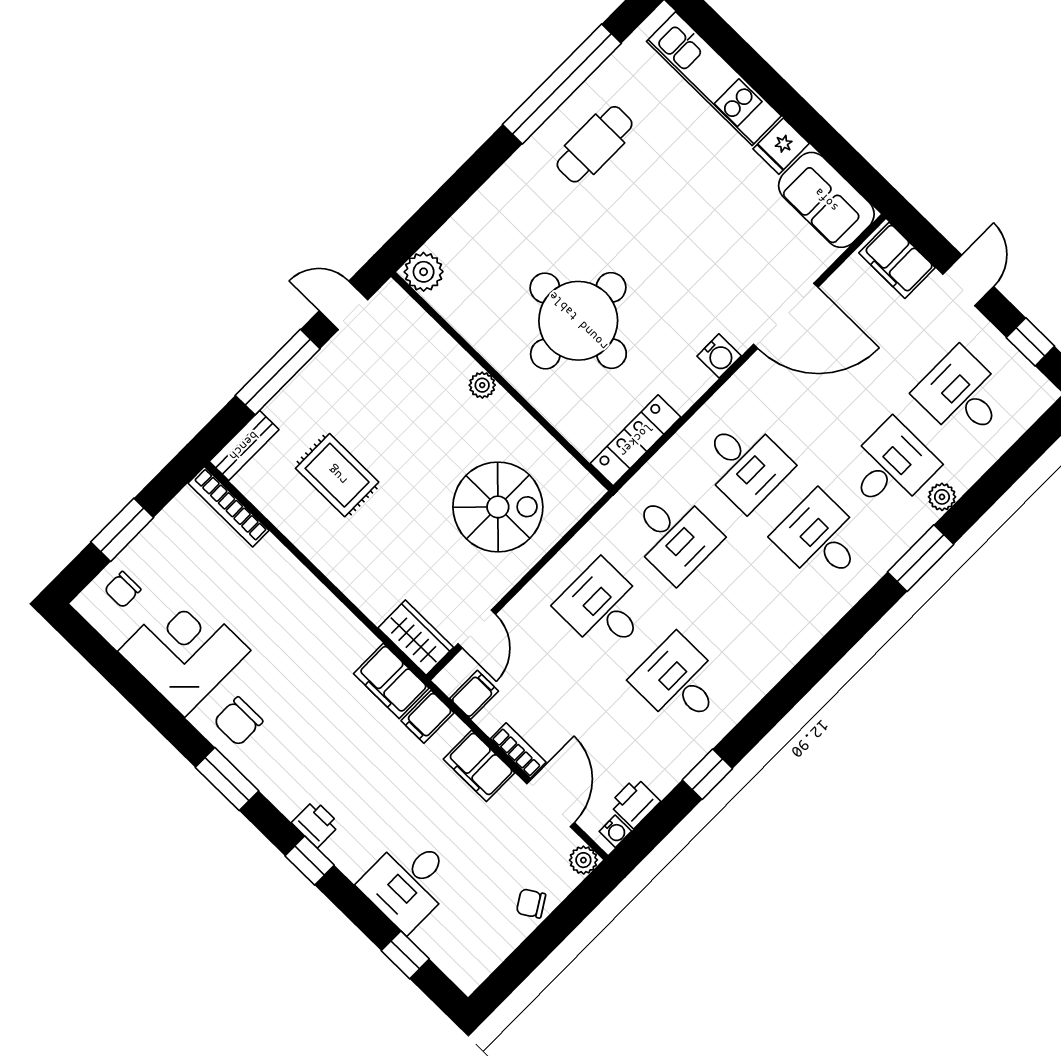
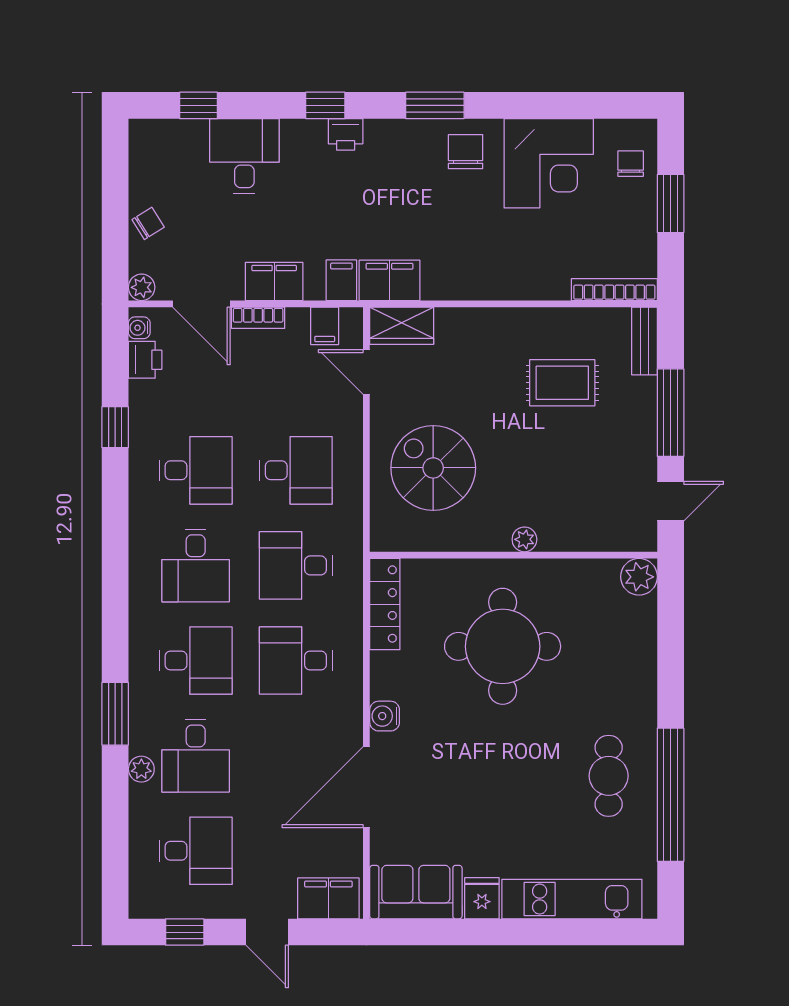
spiral stairs: (498, 507) -> (433, 468), turned 90
desk: (750, 610) -> (196, 565), added

